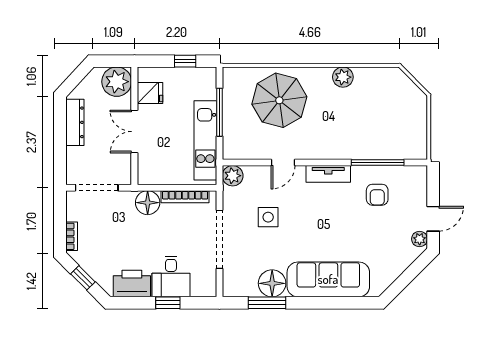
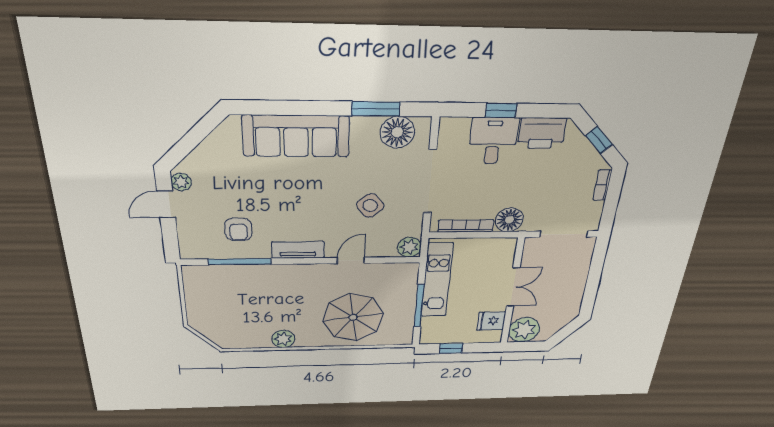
dresser: (75, 122) -> (575, 294), removed
armchair: (377, 195) -> (238, 229), turned 180
side table: (268, 217) -> (370, 206), turned -38
floor lamp: (272, 283) -> (397, 132), moved

